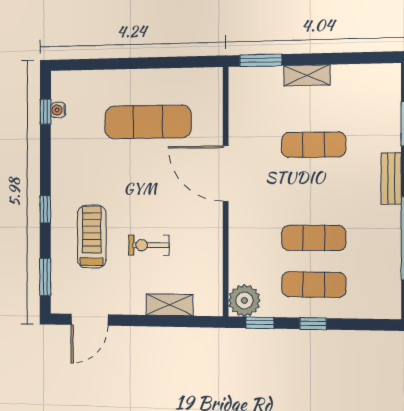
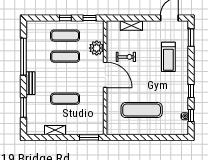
shelving: (307, 75) -> (55, 130), moved
door: (226, 174) -> (105, 75), moved
window: (45, 209) -> (191, 91), moved
exercise bike: (149, 245) -> (126, 57), moved
plant: (244, 300) -> (97, 48), moved

